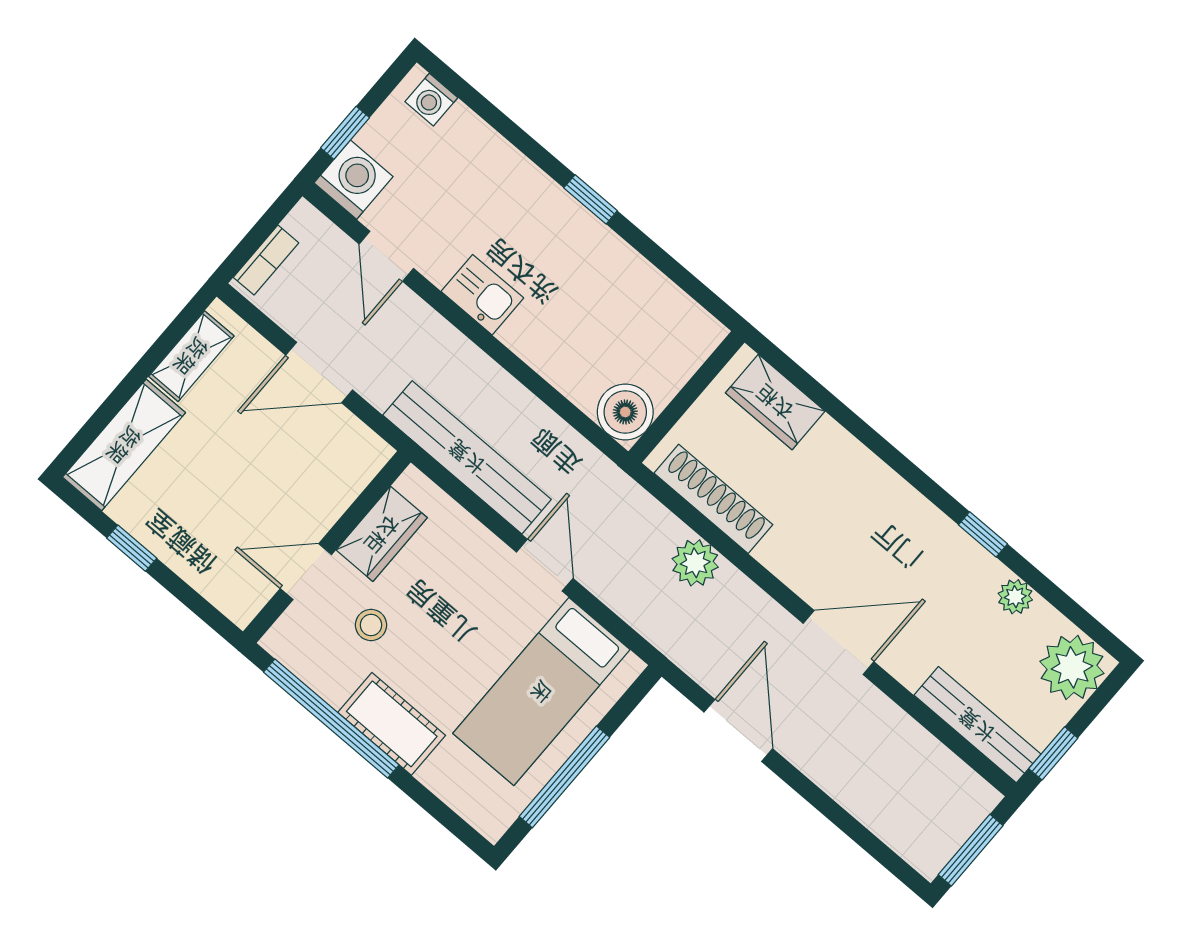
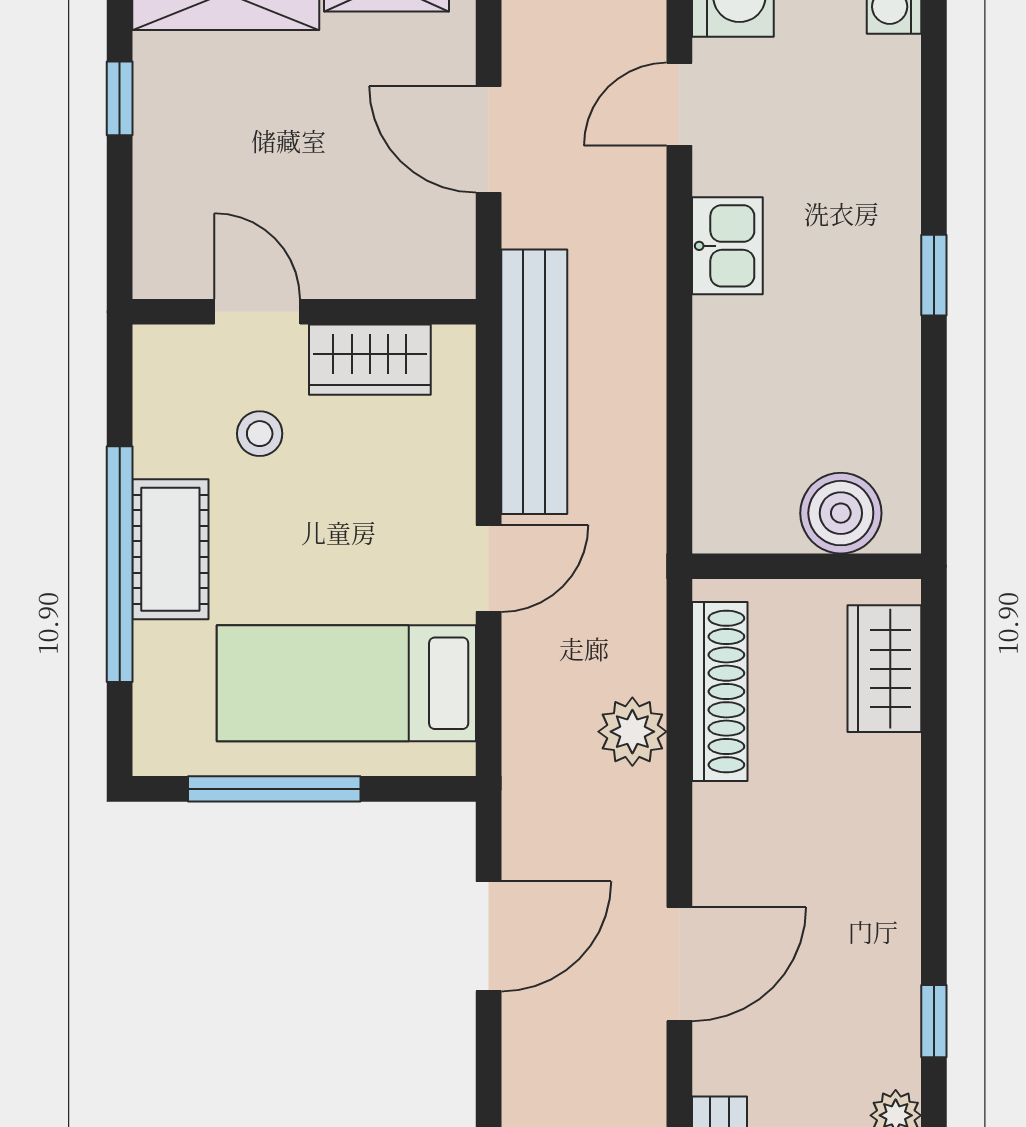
boiler: (625, 412) -> (841, 513), moved
door: (839, 643) -> (679, 964), hinge flipped
window: (331, 718) -> (120, 564), moved

